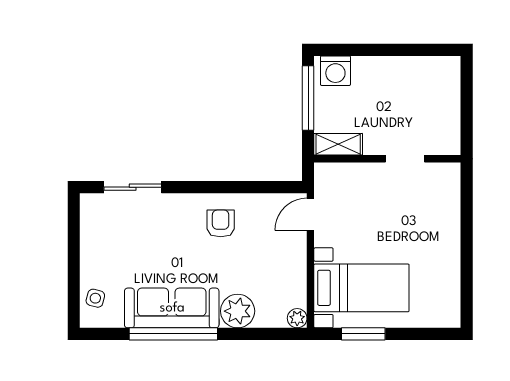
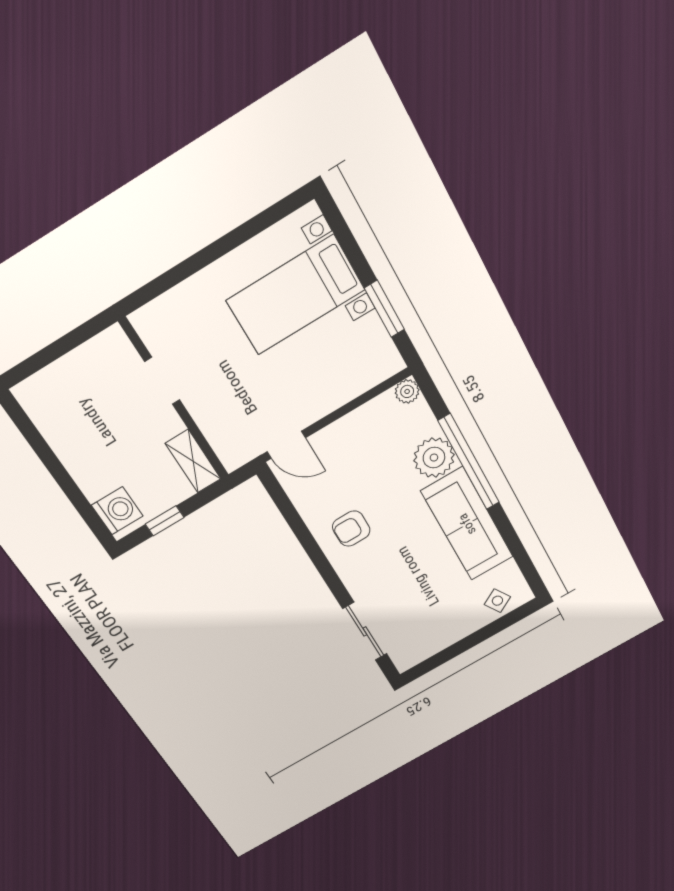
window: (308, 98) -> (165, 521), width x0.46
bed with nightstands: (361, 288) -> (296, 295), moved, turned -90
side table: (95, 298) -> (497, 601), turned 45
window: (173, 334) -> (469, 462), moved

